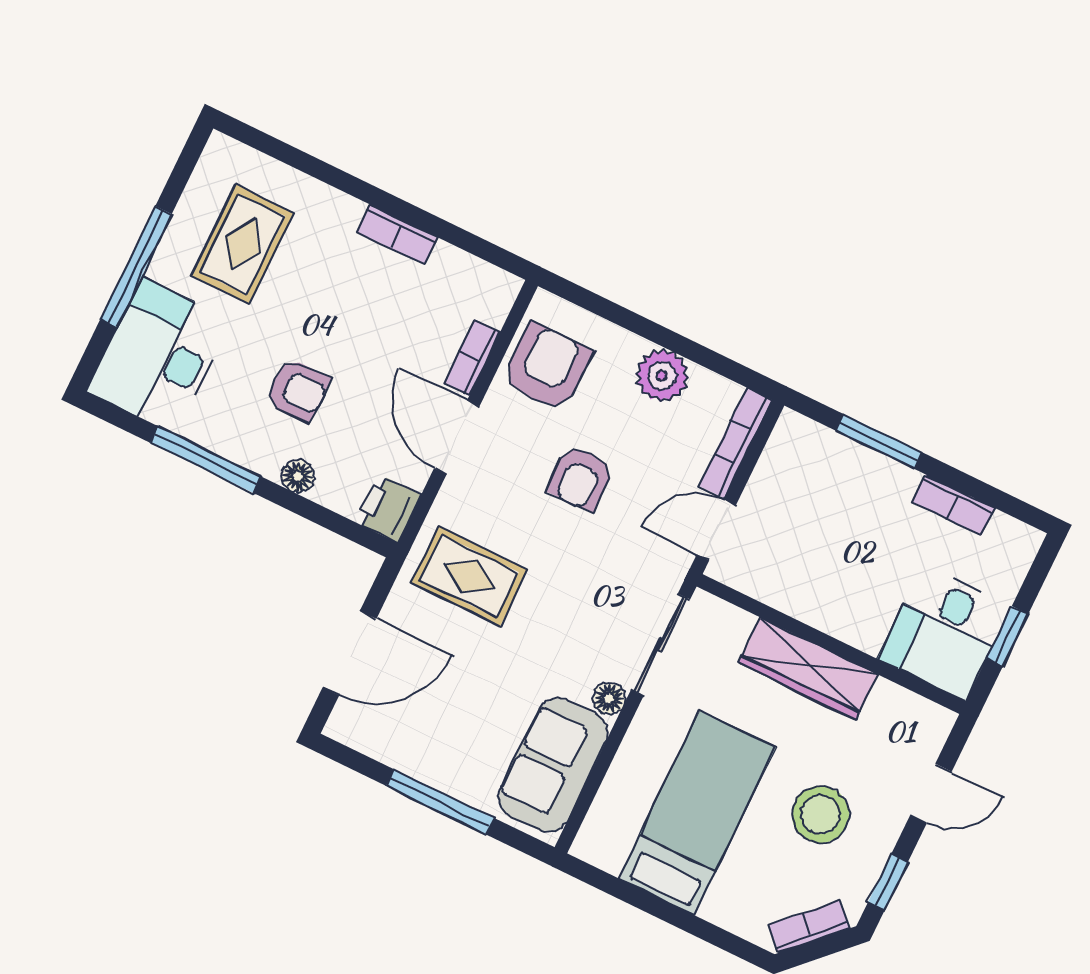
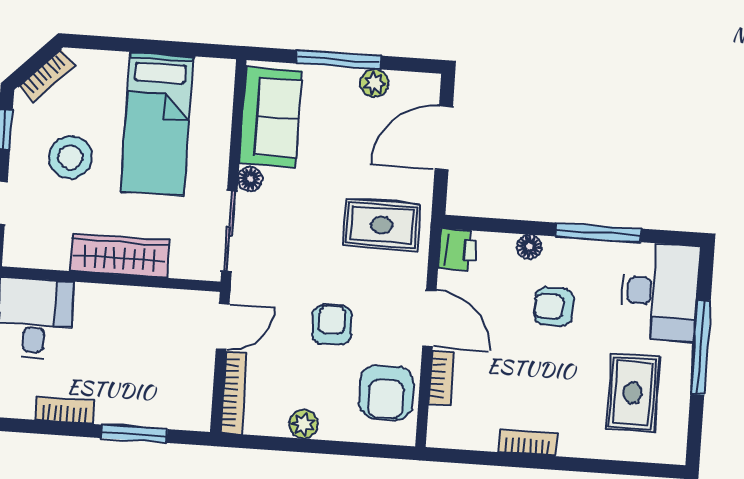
plant: (662, 376) -> (303, 424), width x0.73, depth x0.73
plant: (408, 755) -> (375, 83), added

